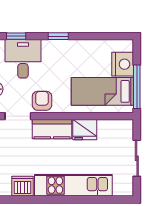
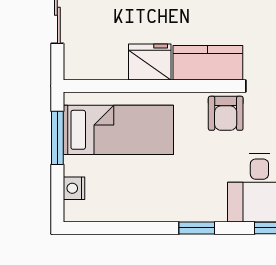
nightstand: (123, 64) -> (74, 188), width x0.53, depth x0.56
window: (137, 87) -> (57, 138), width x0.69

